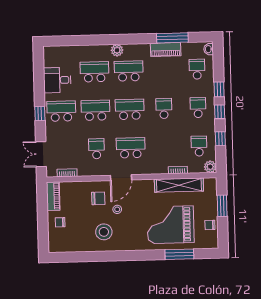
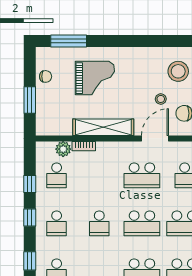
window: (219, 89) -> (30, 261), moved
plant: (210, 167) -> (63, 149), moved
shelving: (179, 185) -> (103, 127), moved
grand piano: (170, 225) -> (95, 78), width x0.73, depth x0.68
window: (179, 254) -> (69, 41), moved

